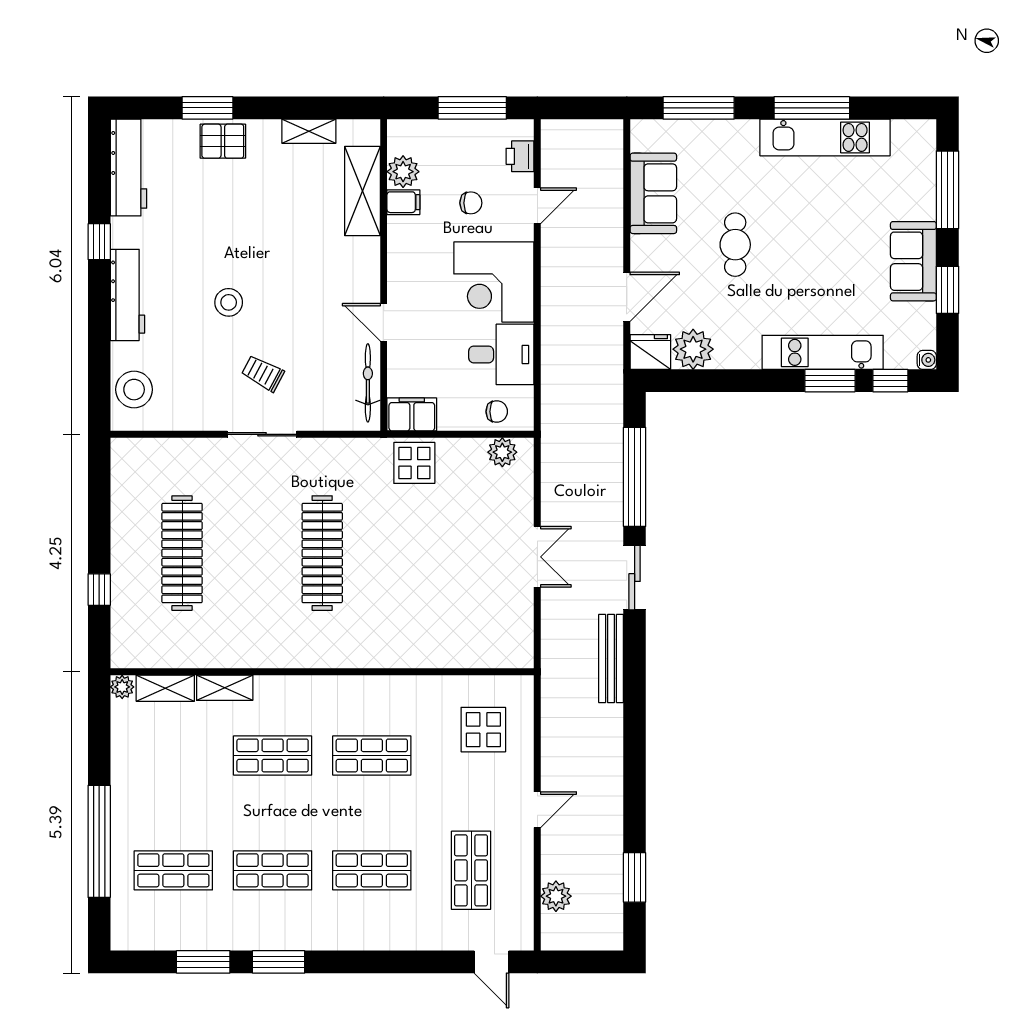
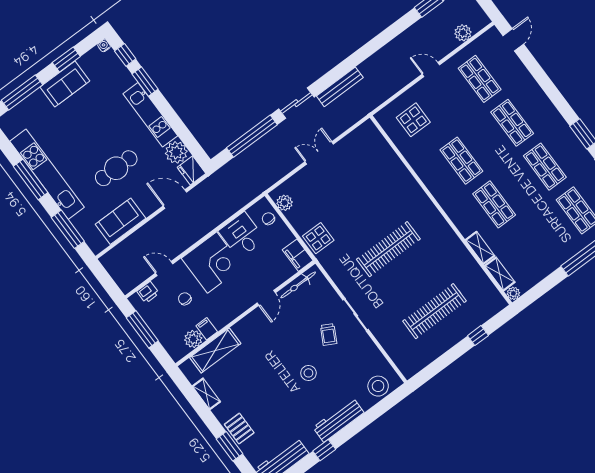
kitchen unit: (825, 137) -> (47, 174), width x1.36
cafe table: (735, 245) -> (116, 168), width x1.37, depth x1.35
kitchen unit: (823, 352) -> (150, 115), moved
shop shelf: (471, 870) -> (480, 79), turned 90

